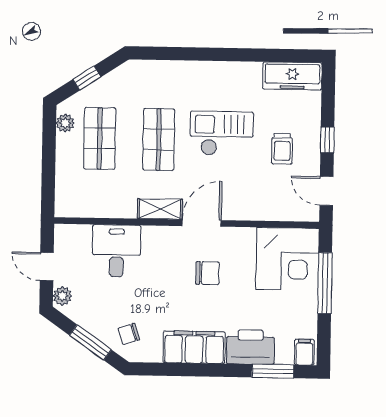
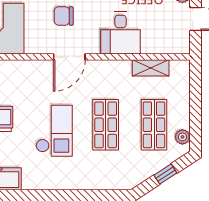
checkout: (222, 133) -> (54, 131), turned -90
shelving: (160, 209) -> (151, 68), moved
desk: (117, 251) -> (120, 33), moved

